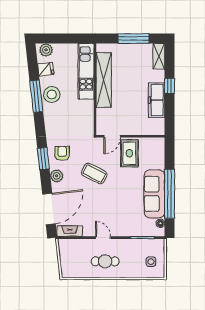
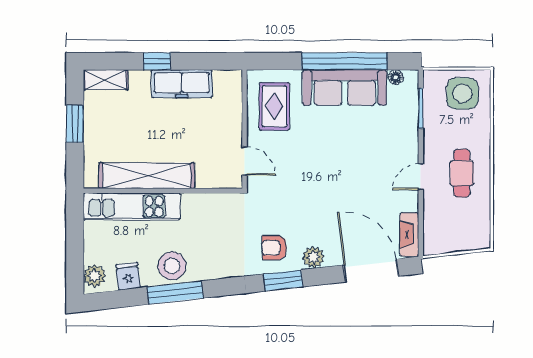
window: (134, 39) -> (75, 124), width x0.69
rug: (129, 153) -> (274, 106), moved, turned 90
coffee table: (94, 173) -> (309, 192), removed
side table: (151, 262) -> (462, 93), width x1.87, depth x1.87

